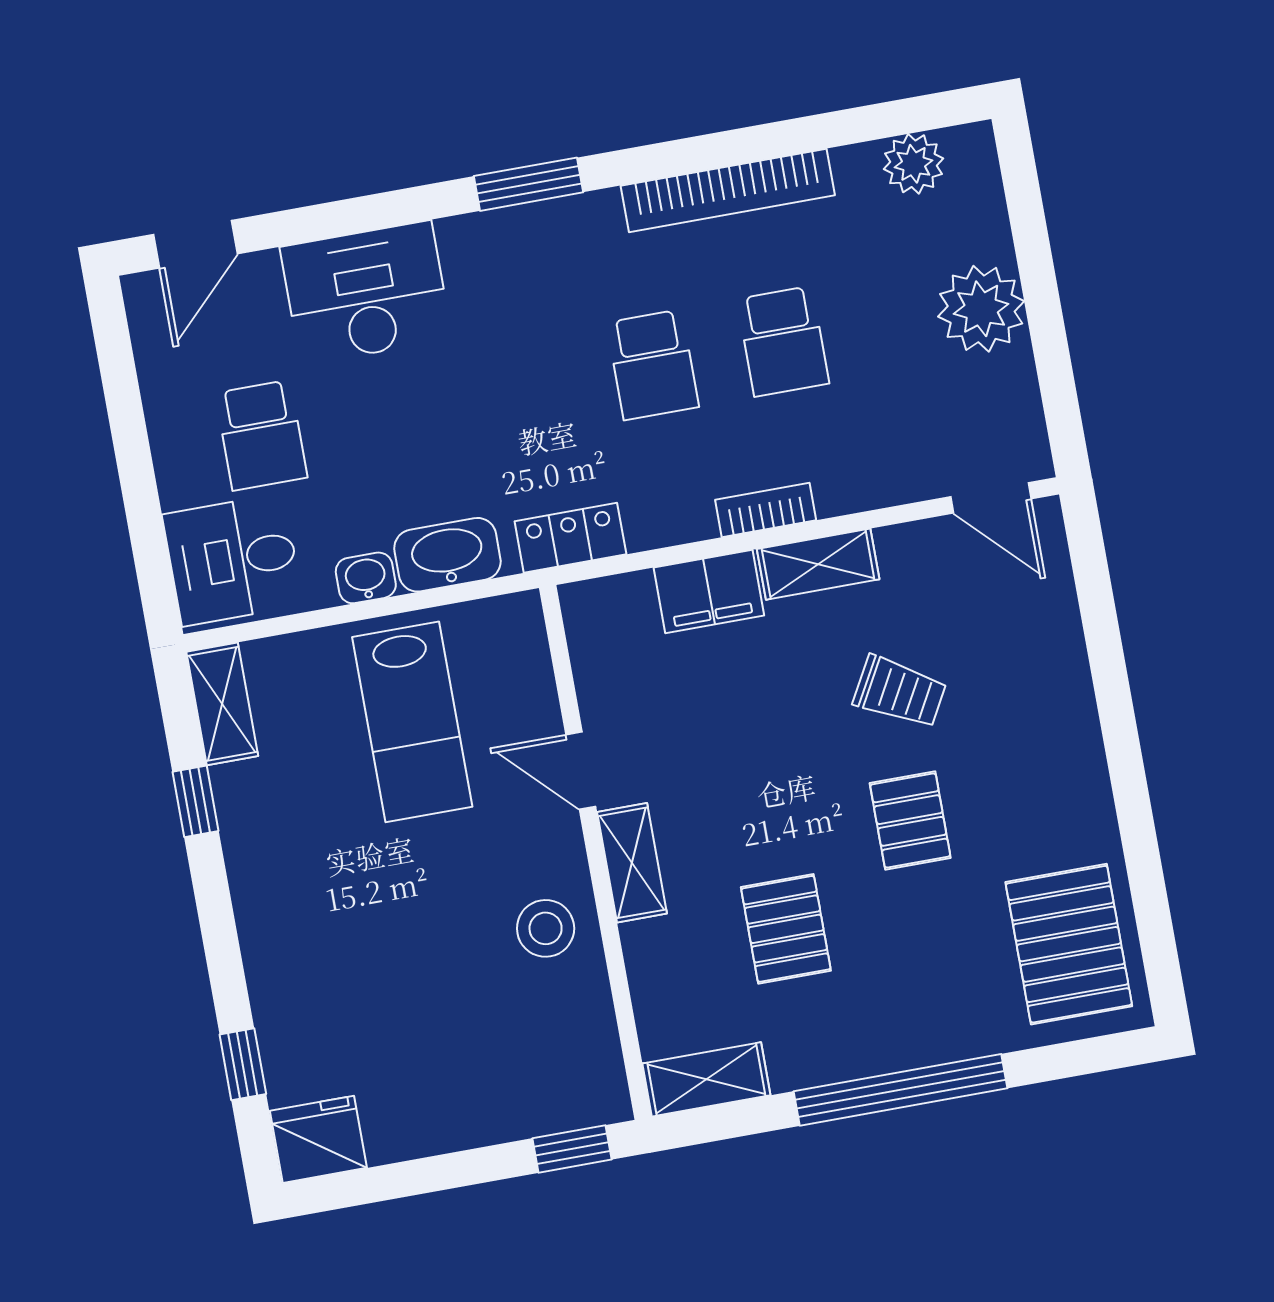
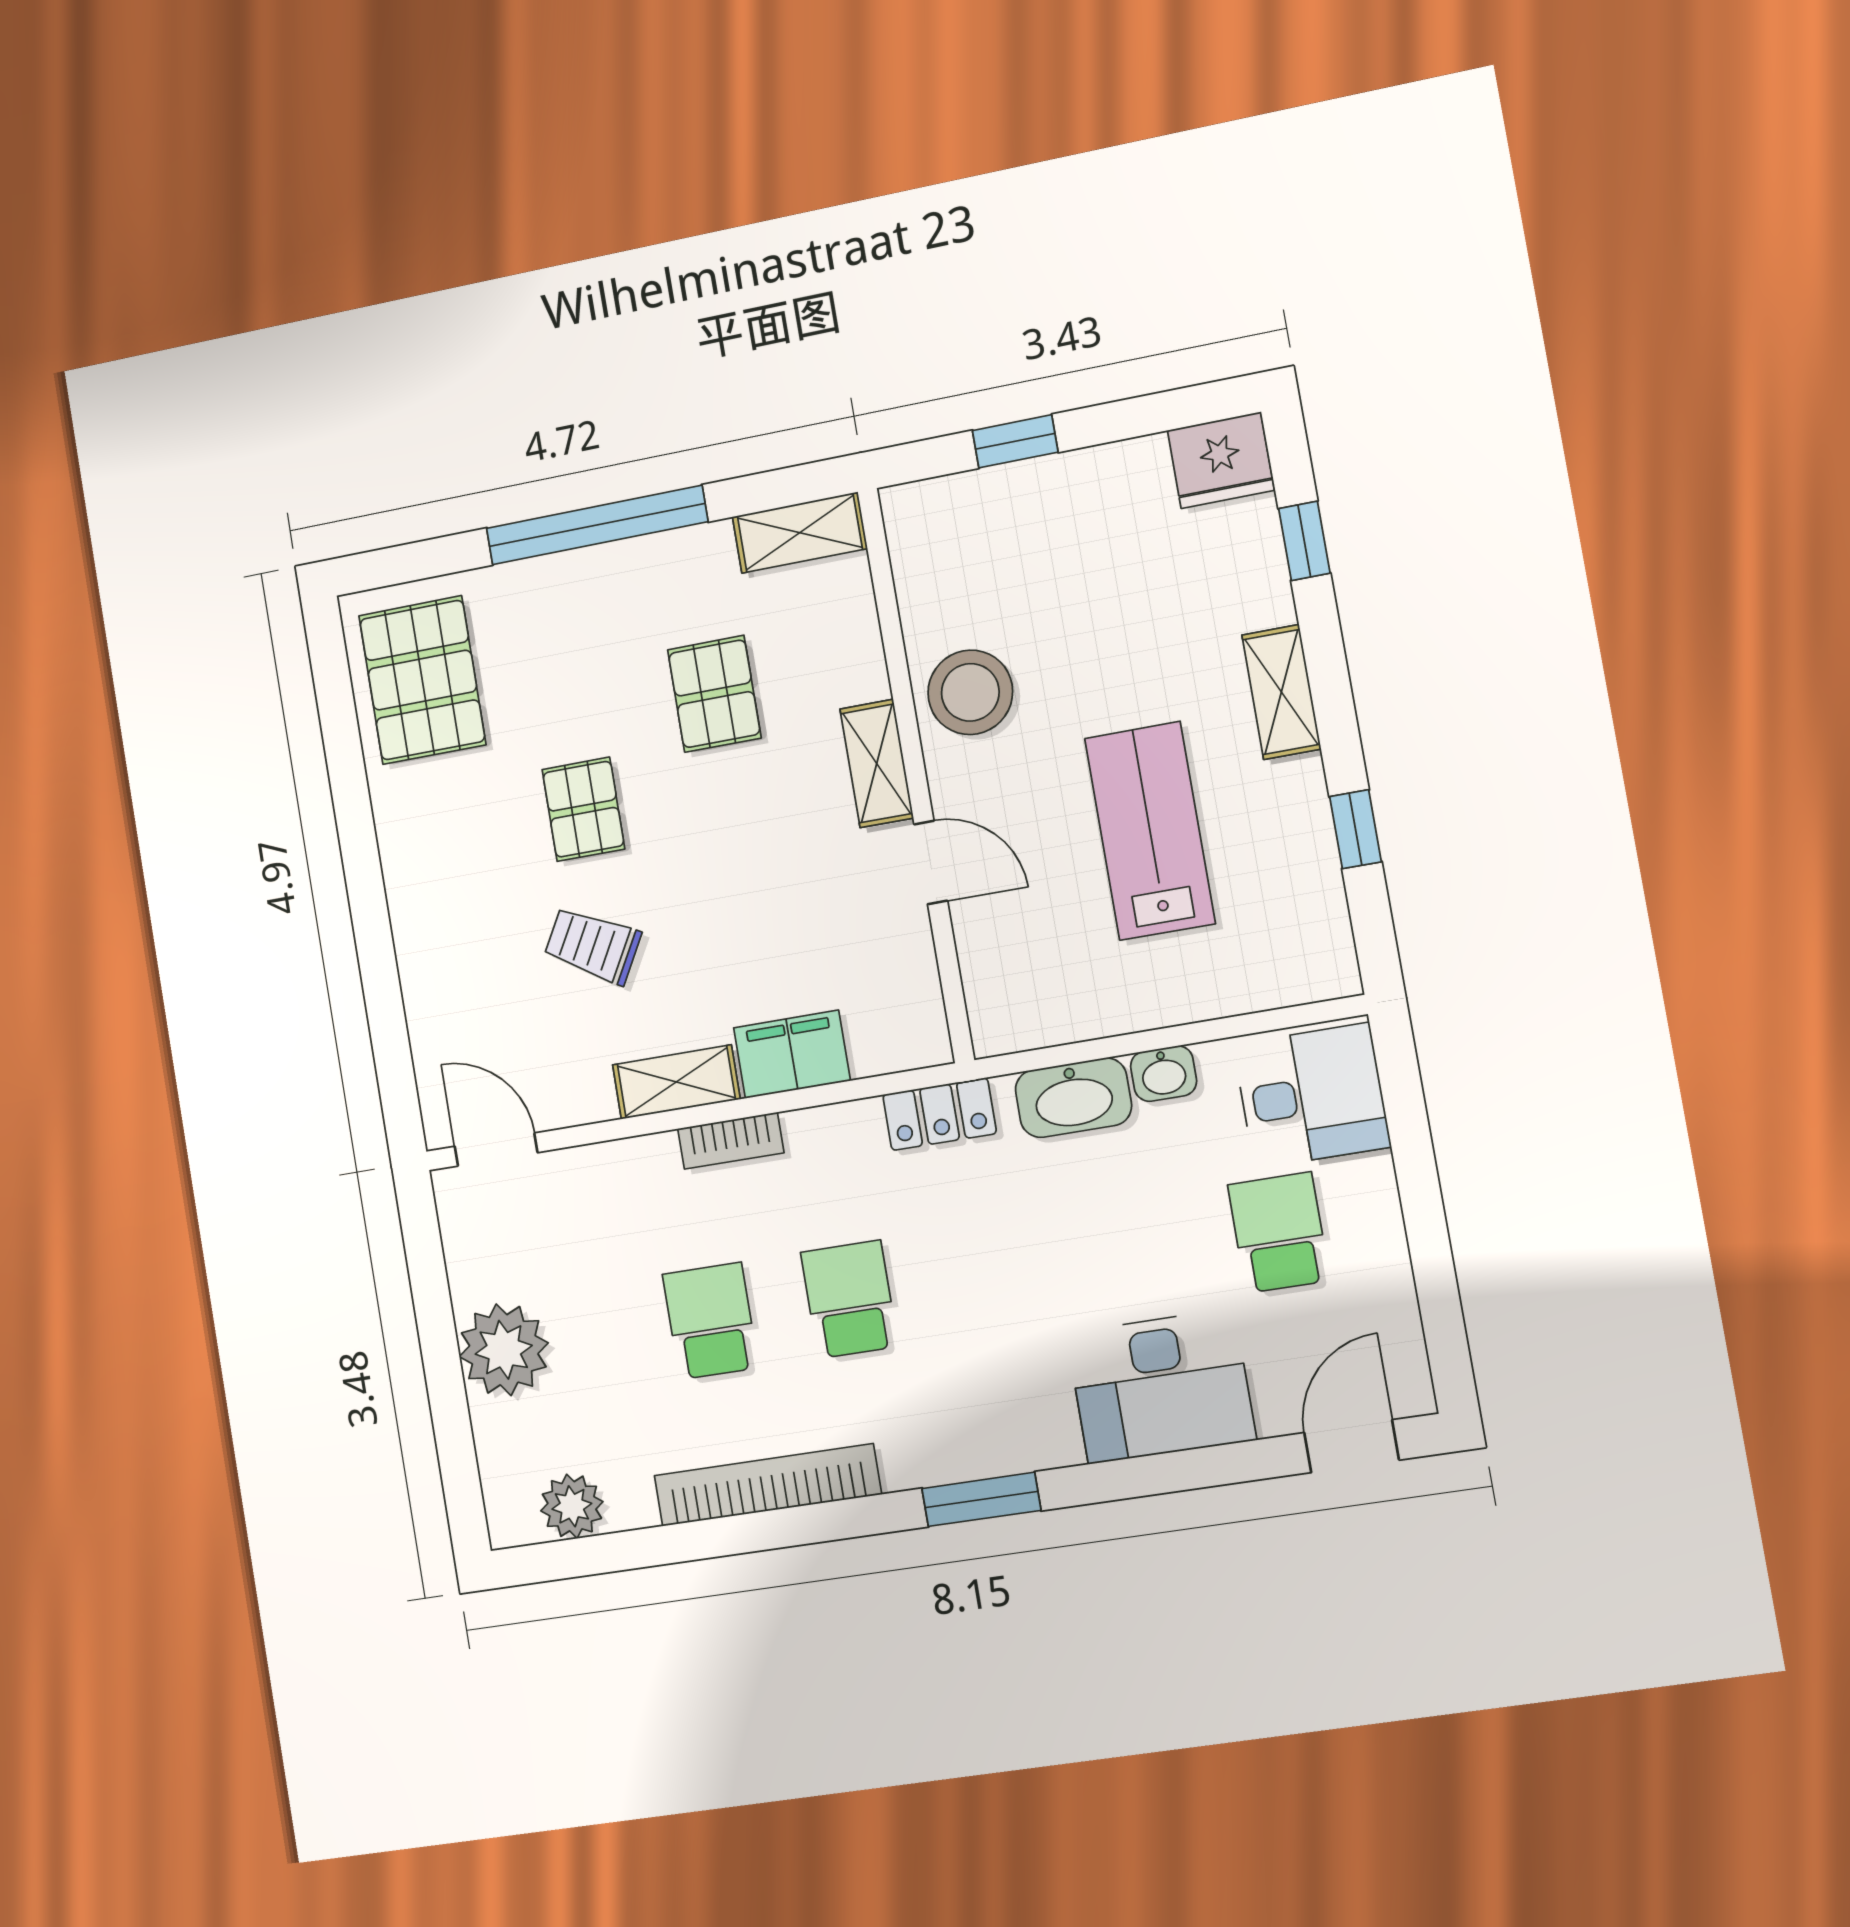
shelving: (222, 704) -> (1281, 692), moved
lab bench: (412, 722) -> (1150, 831), moved
stool: (546, 928) -> (970, 692), width x1.38, depth x1.38
window: (572, 1149) -> (1015, 441), moved

